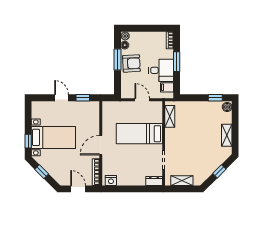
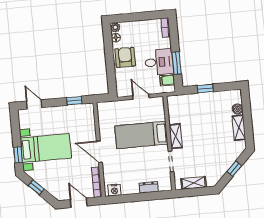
window: (117, 60) -> (109, 55), removed
window: (177, 62) -> (176, 63), moved
armchair: (131, 63) -> (125, 57), turned -87
door: (62, 98) -> (34, 104), moved
window: (215, 98) -> (205, 89), moved
boiler: (227, 107) -> (238, 109), moved
shelving: (170, 116) -> (176, 136), moved
door: (101, 145) -> (99, 152), hinge flipped
dresser: (154, 181) -> (149, 187), moved

